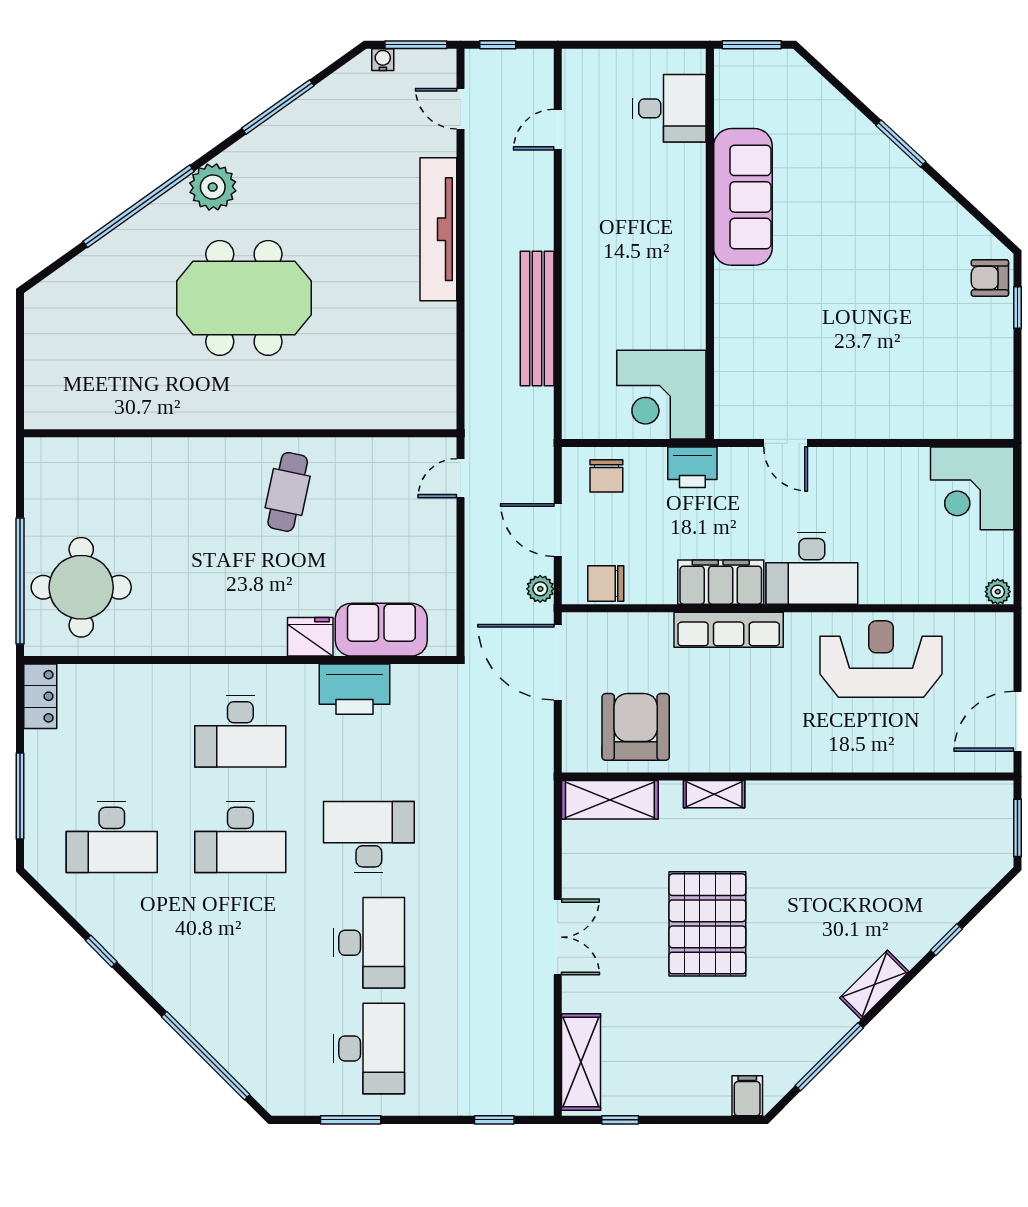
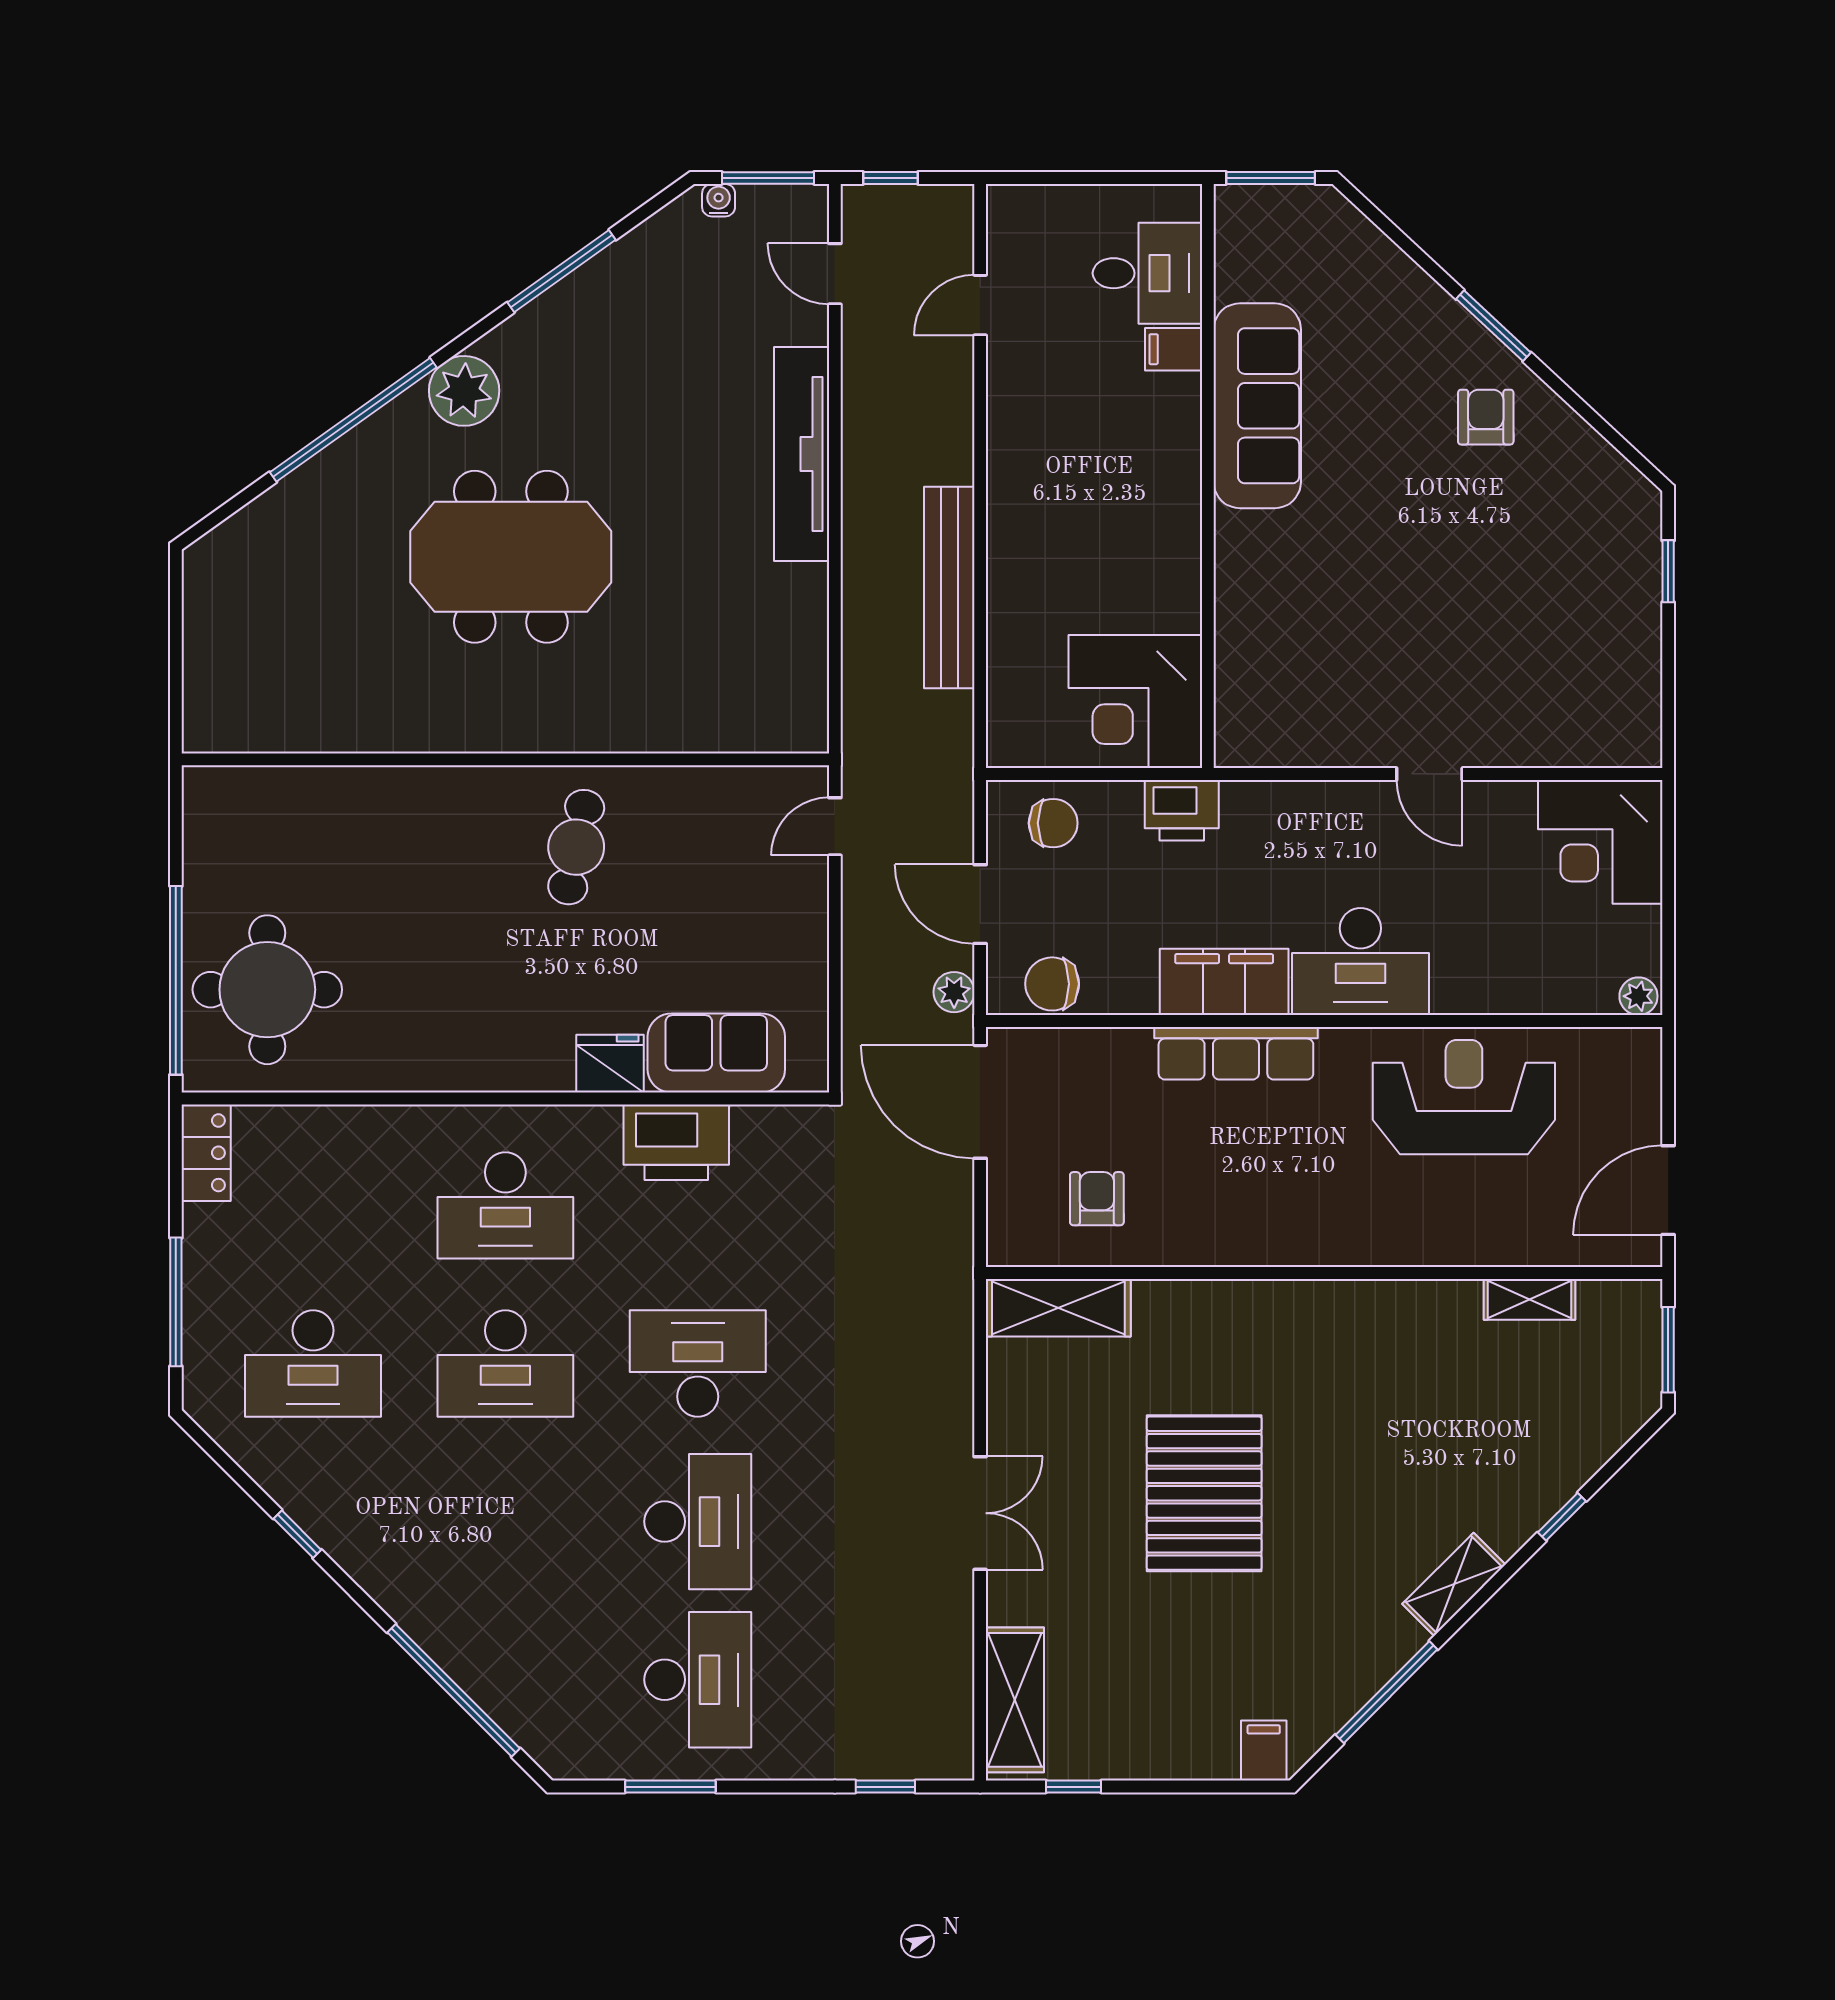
filing cabinet: (687, 159) -> (1174, 349), added
armchair: (990, 278) -> (1486, 417), moved, turned 90
door: (786, 443) -> (1429, 774), moved
chair: (606, 476) -> (1053, 823), turned -90
armchair: (636, 727) -> (1097, 1199), width x0.53, depth x0.53
shelving: (714, 794) -> (1530, 1299), moved

